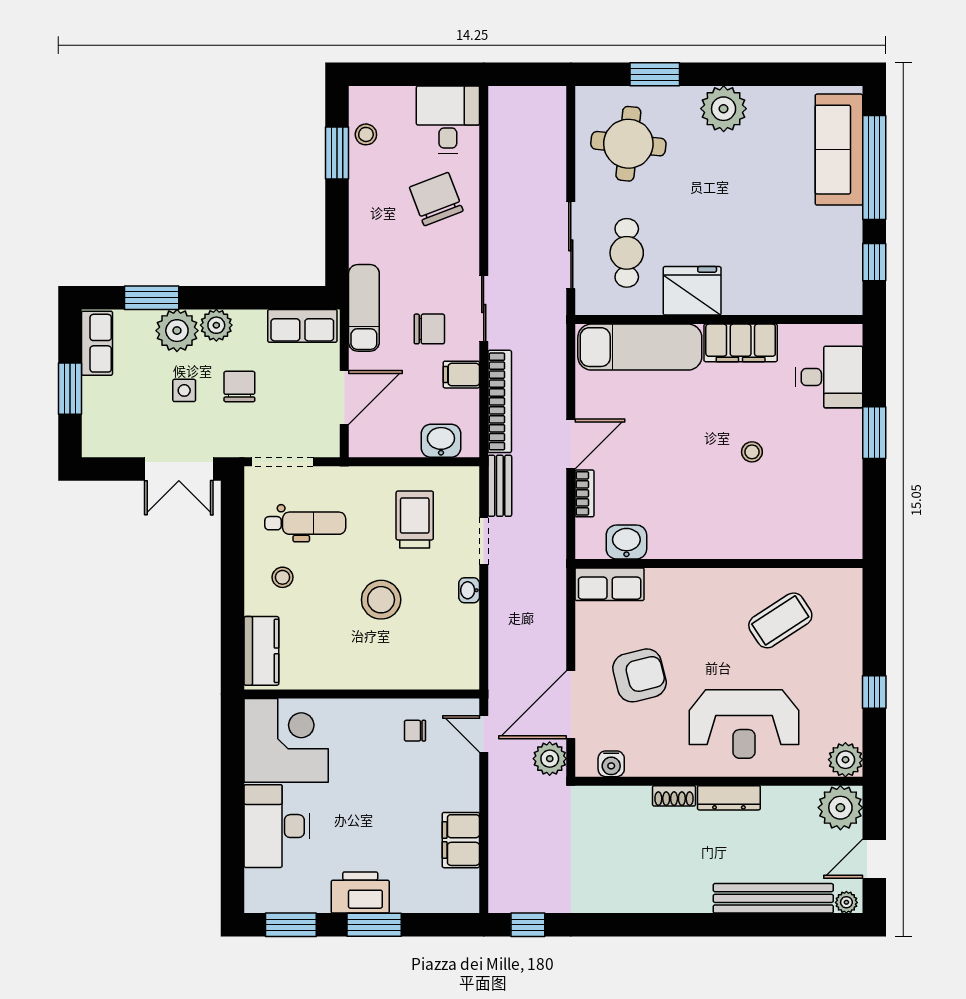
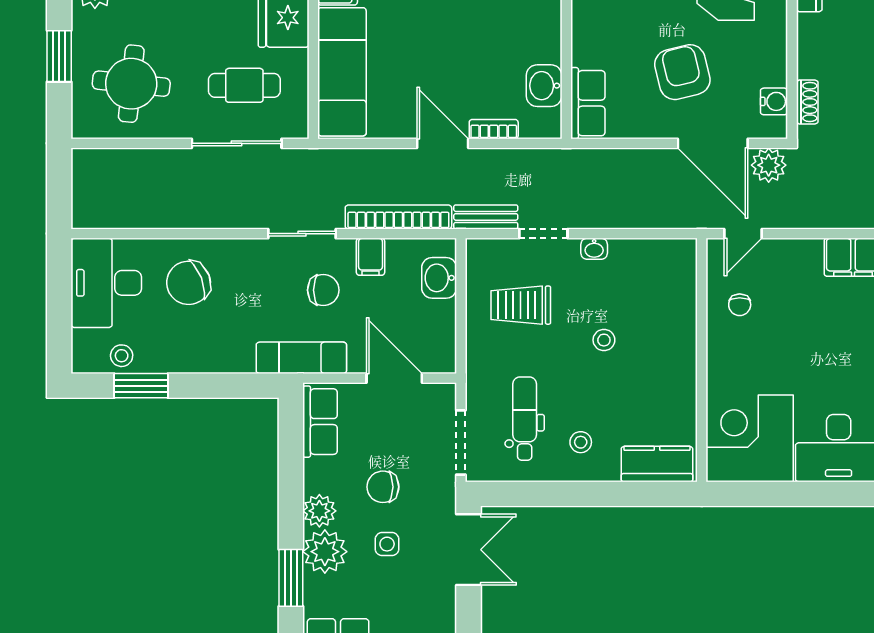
desk: (448, 120) -> (106, 283), width x1.37
chair: (429, 329) -> (323, 290), turned 90
stool: (381, 600) -> (604, 340), width x0.53, depth x0.53
shoe rack: (674, 796) -> (807, 102), moved

